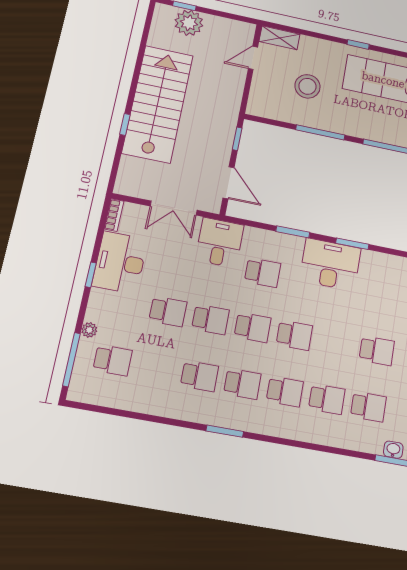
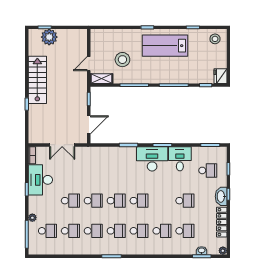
shelving: (279, 38) -> (102, 79), moved
door: (253, 58) -> (89, 64), moved
stairs: (158, 104) -> (37, 80), width x0.73, depth x0.66
door: (229, 183) -> (89, 125), hinge flipped
desk: (220, 243) -> (180, 159), moved
school desk: (263, 273) -> (70, 231), moved

